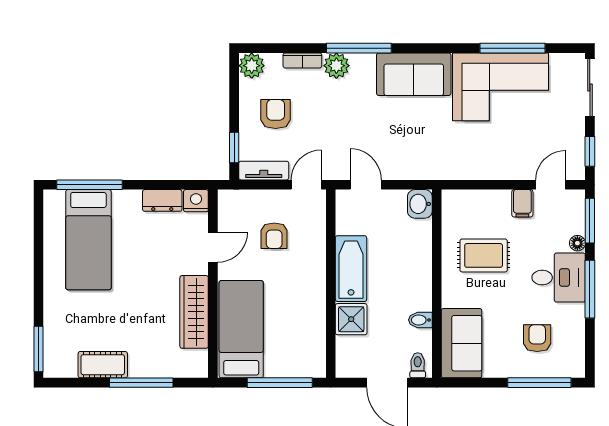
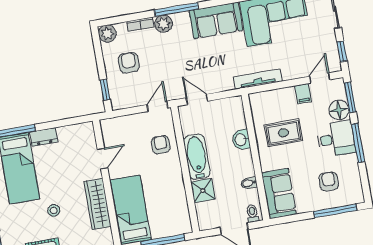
tv unit: (264, 171) -> (258, 79), moved, width x1.41
dresser: (162, 200) -> (44, 137), moved
nightstand: (196, 201) -> (86, 130), removed
washbasin: (420, 204) -> (241, 140), moved
armchair: (274, 236) -> (161, 145), moved, turned 180
floor lamp: (577, 243) -> (339, 110), width x1.89, depth x1.89
stool: (128, 310) -> (54, 210), added

